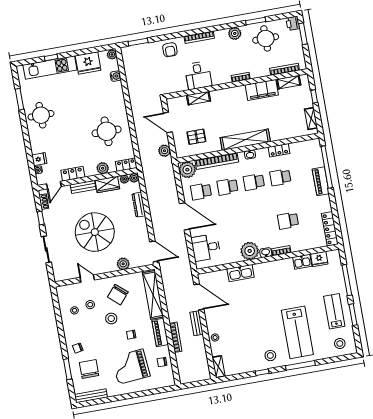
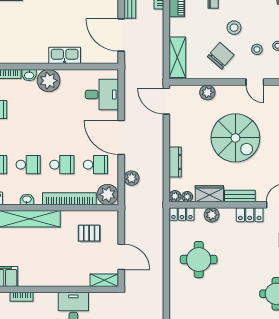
shelving: (199, 98) -> (104, 280), moved
plant: (164, 151) -> (132, 178), moved
shelving: (153, 295) -> (177, 57), width x0.68

